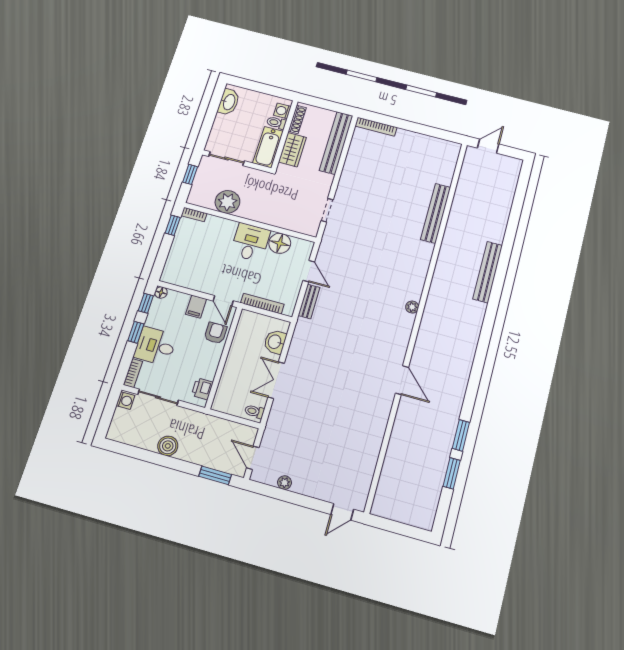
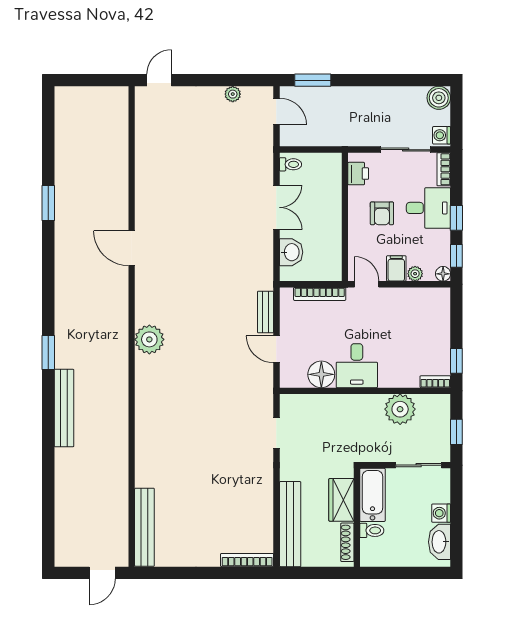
washing machine: (282, 111) -> (441, 513), moved, turned 180
bench: (436, 213) -> (144, 527), moved
plant: (183, 299) -> (415, 274), added
plant: (412, 307) -> (149, 339), width x1.87, depth x1.87
armchair: (216, 333) -> (382, 213), moved
boiler: (168, 446) -> (439, 98), moved
window: (452, 473) -> (48, 352), moved

